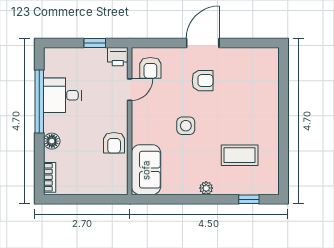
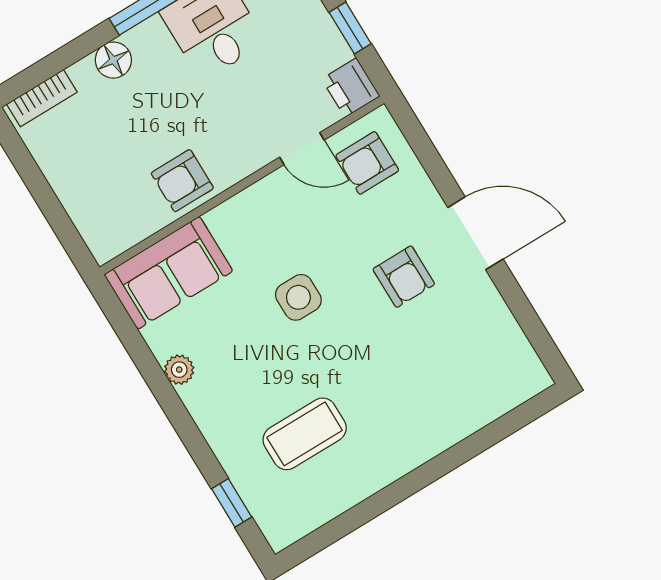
coffee table: (240, 155) -> (305, 434), turned 90
plant: (206, 188) -> (179, 370), moved

